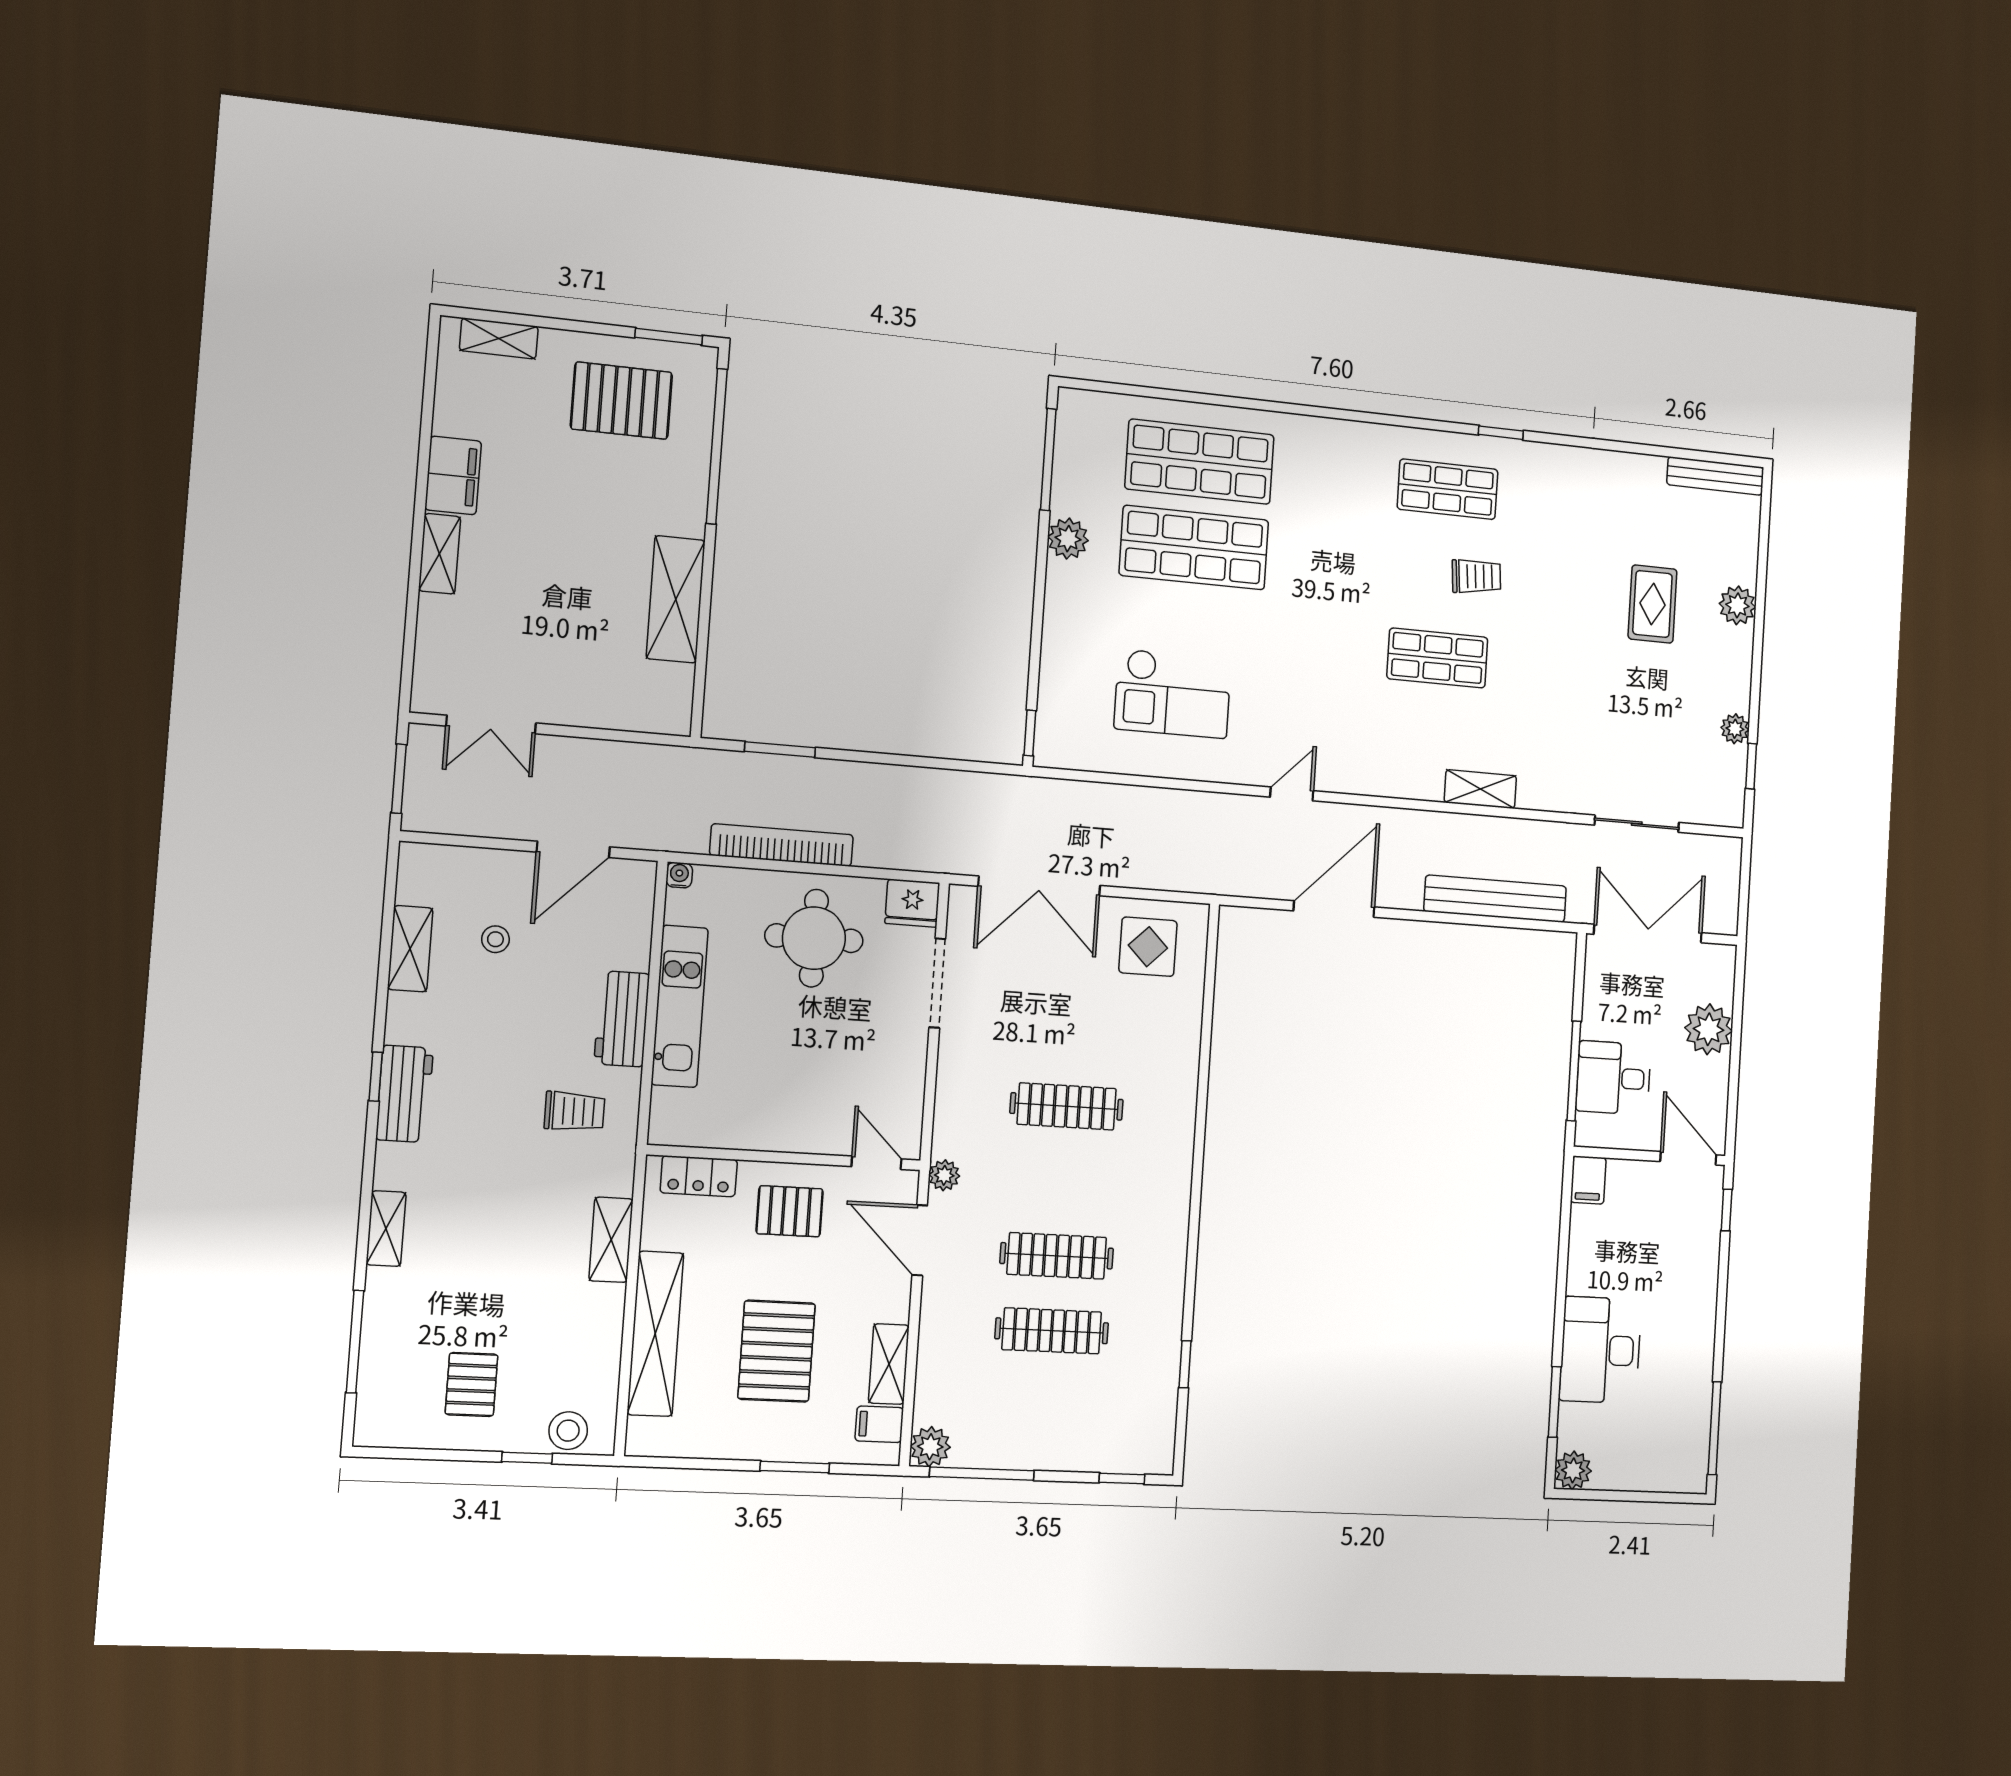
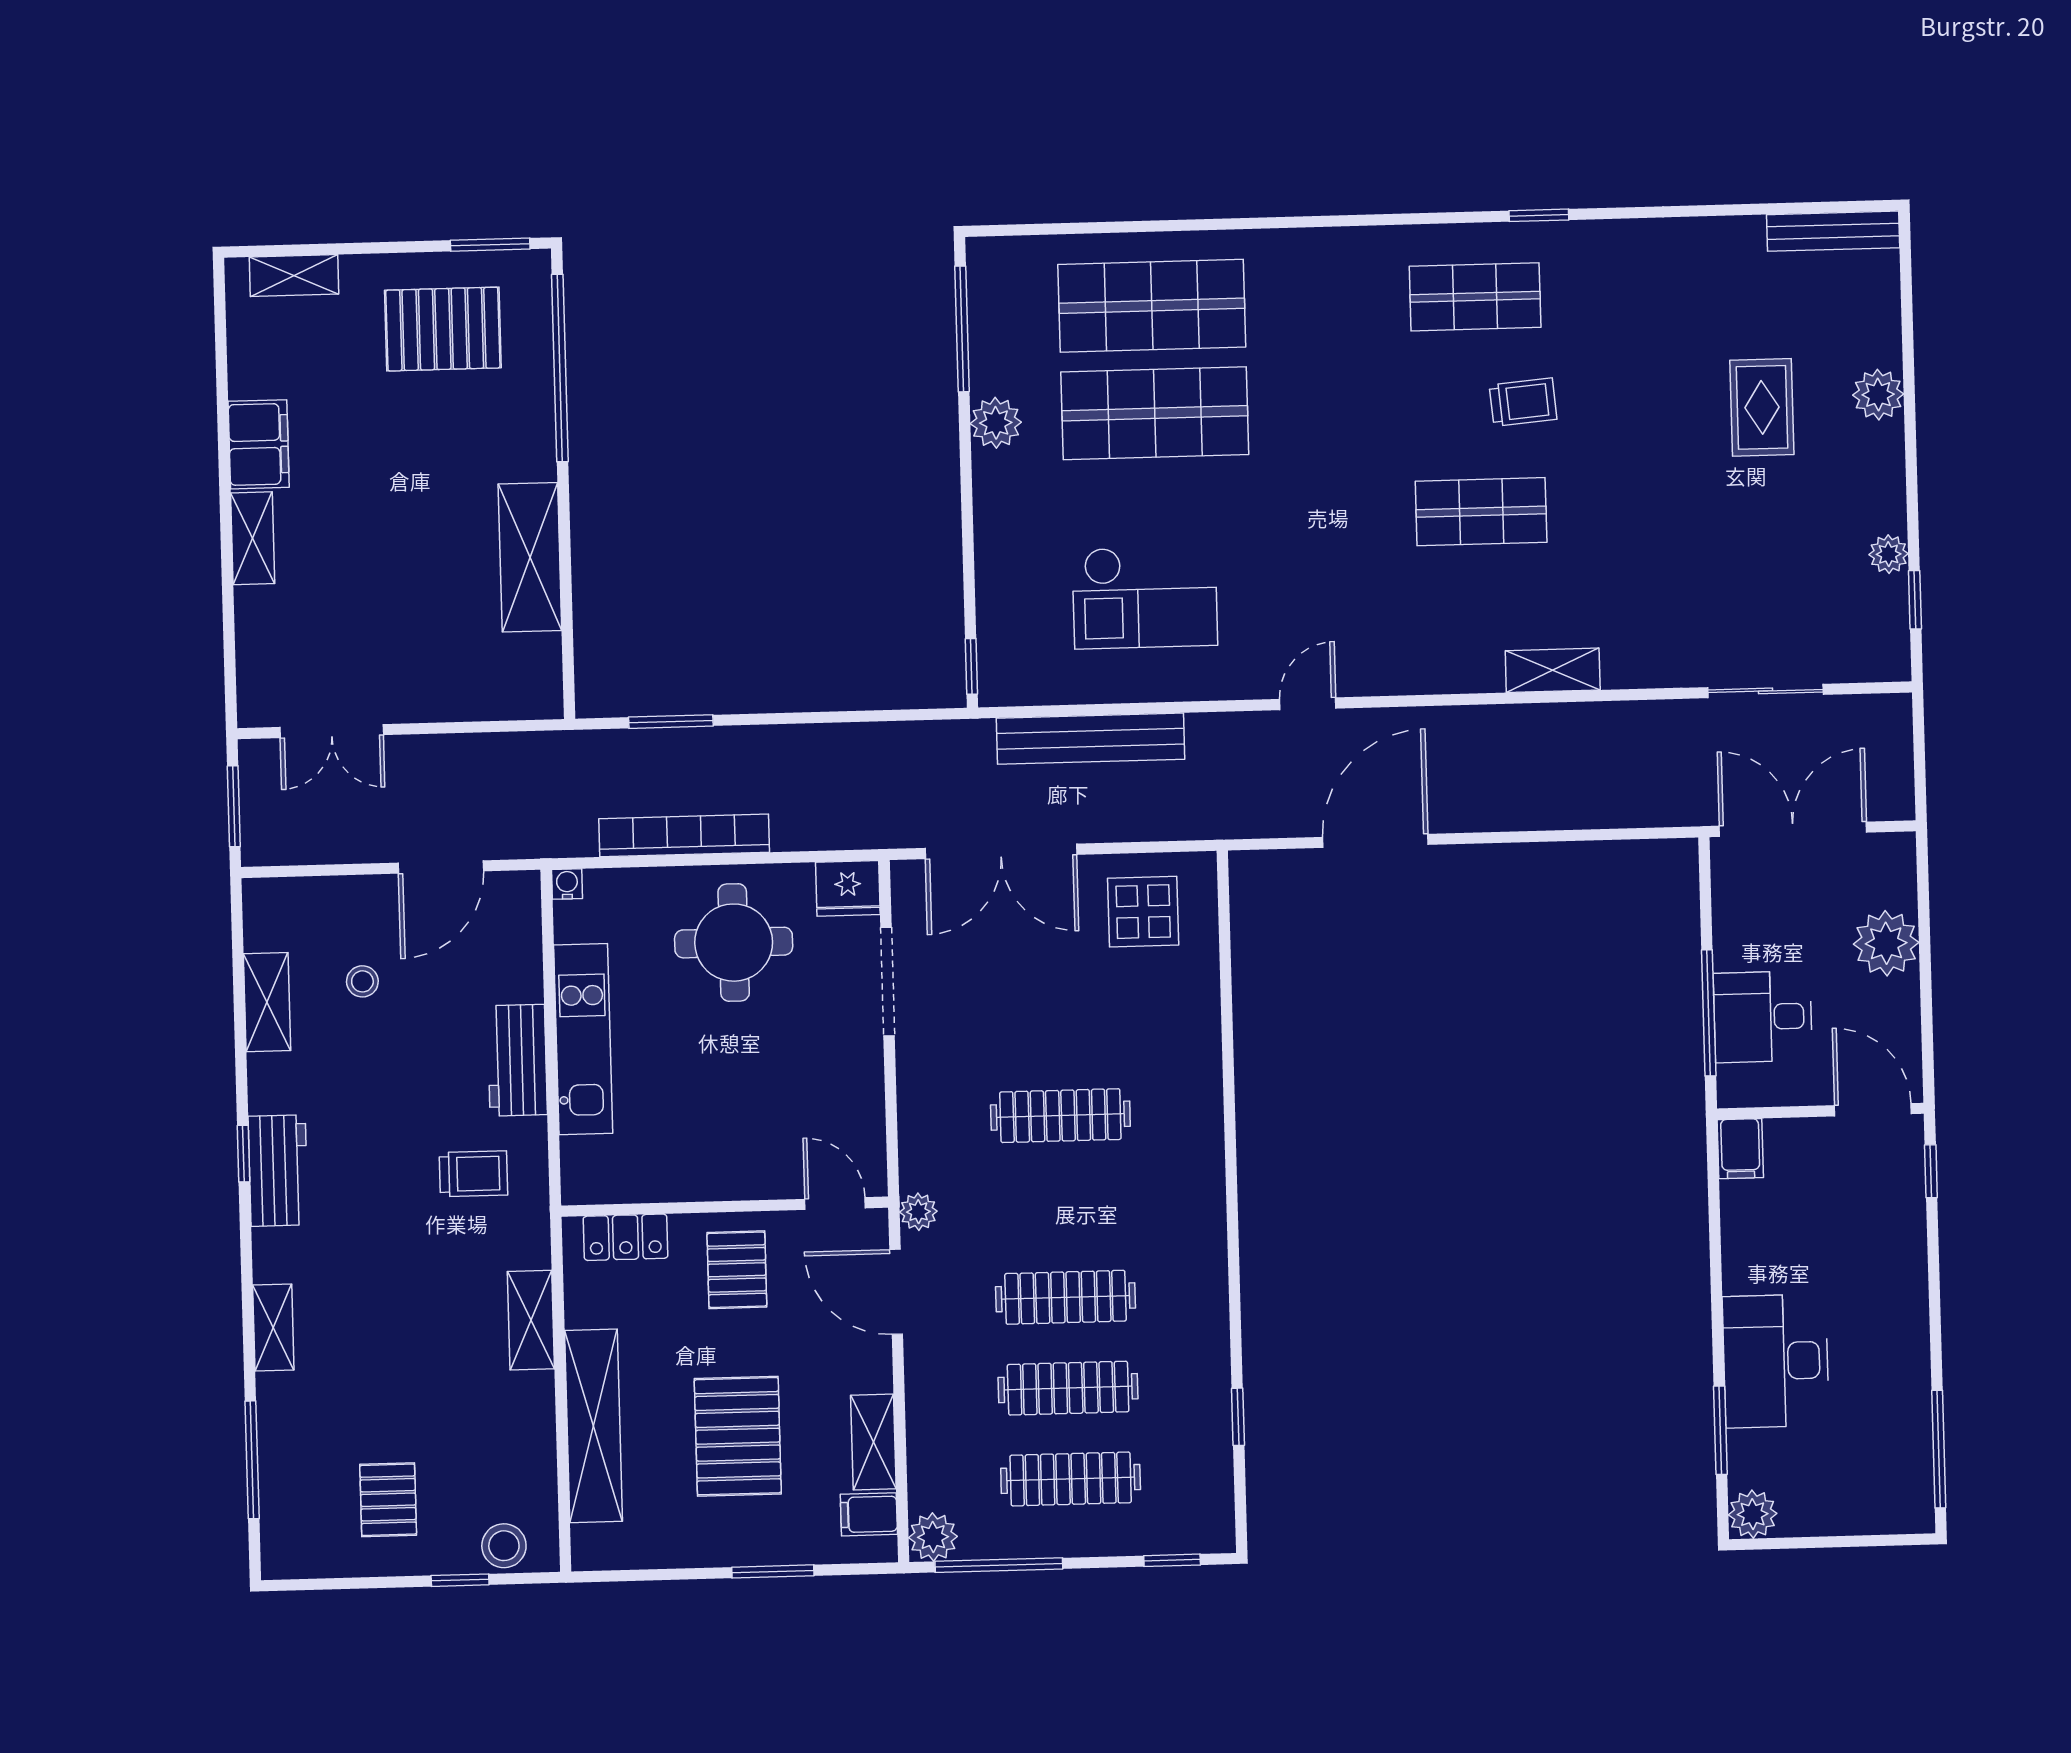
bench: (1495, 899) -> (1091, 739), moved
pallet: (790, 1211) -> (737, 1270), turned 90
clothes rail: (1047, 1406) -> (1071, 1479), added

